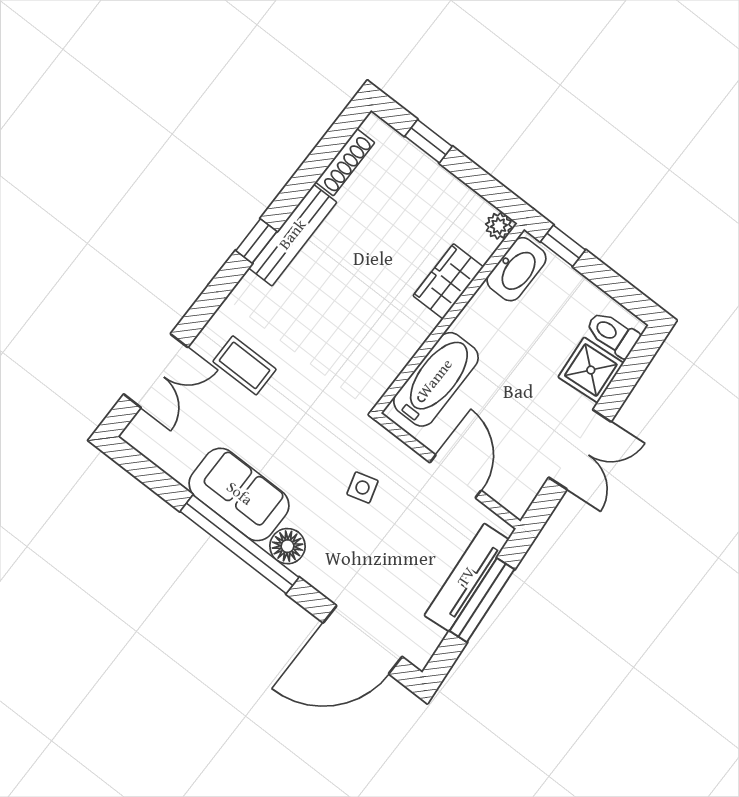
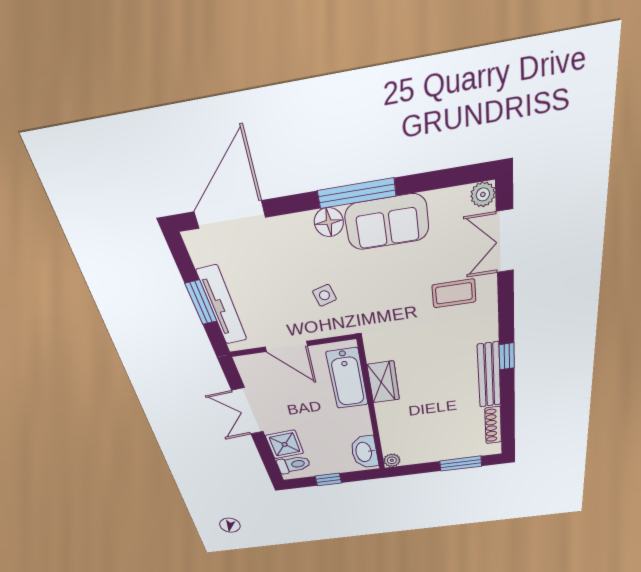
window: (428, 141) -> (461, 464), width x1.50
window: (563, 246) -> (328, 479), moved
wardrobe: (448, 281) -> (383, 382), moved
plant: (138, 434) -> (483, 194), added
window: (240, 544) -> (357, 193), width x0.68
window: (482, 600) -> (201, 302), width x0.69

